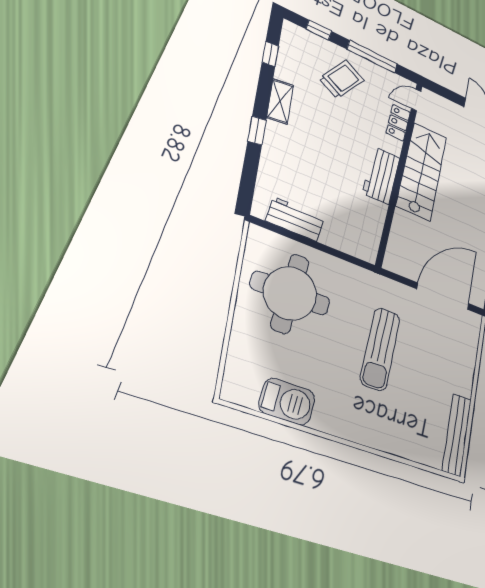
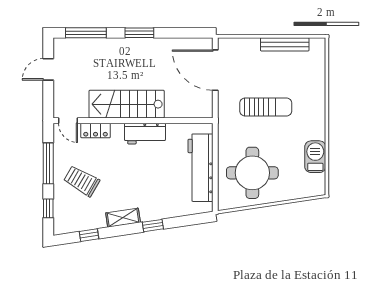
workbench: (295, 219) -> (200, 168), width x1.88, depth x1.32
bench: (457, 434) -> (285, 44), moved

